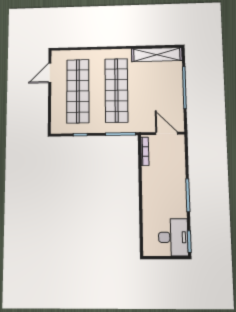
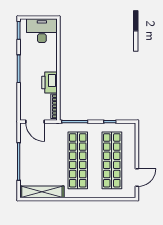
printer: (151, 179) -> (49, 82), added
desk: (173, 237) -> (42, 31), moved, turned 90

